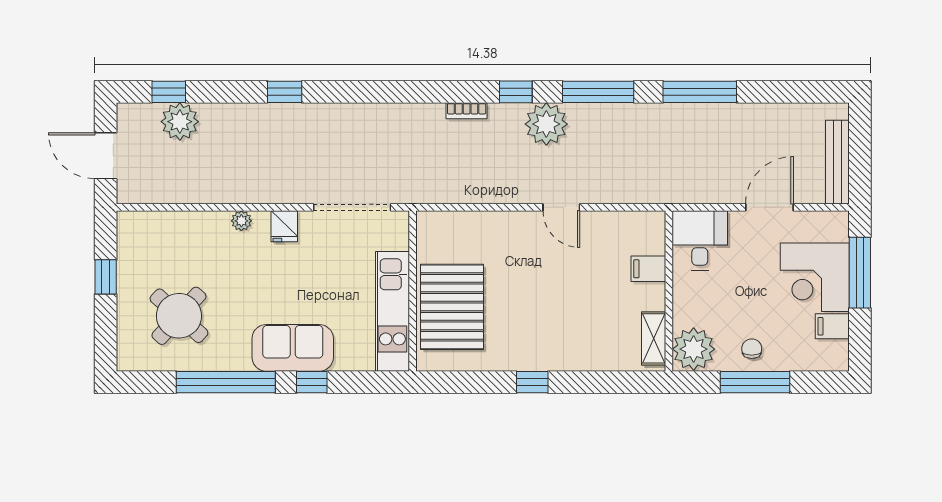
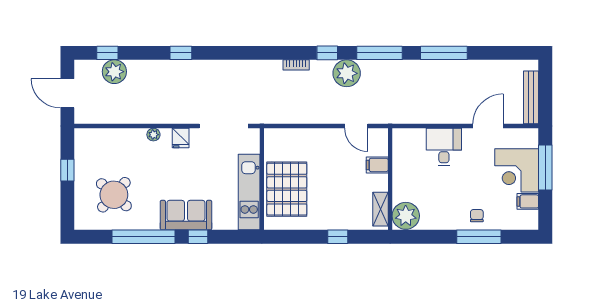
filing cabinet: (648, 269) -> (377, 165), moved
wall: (669, 291) -> (390, 179), moved
shelving: (654, 338) -> (380, 209), moved
plant: (694, 349) -> (406, 216), moved

